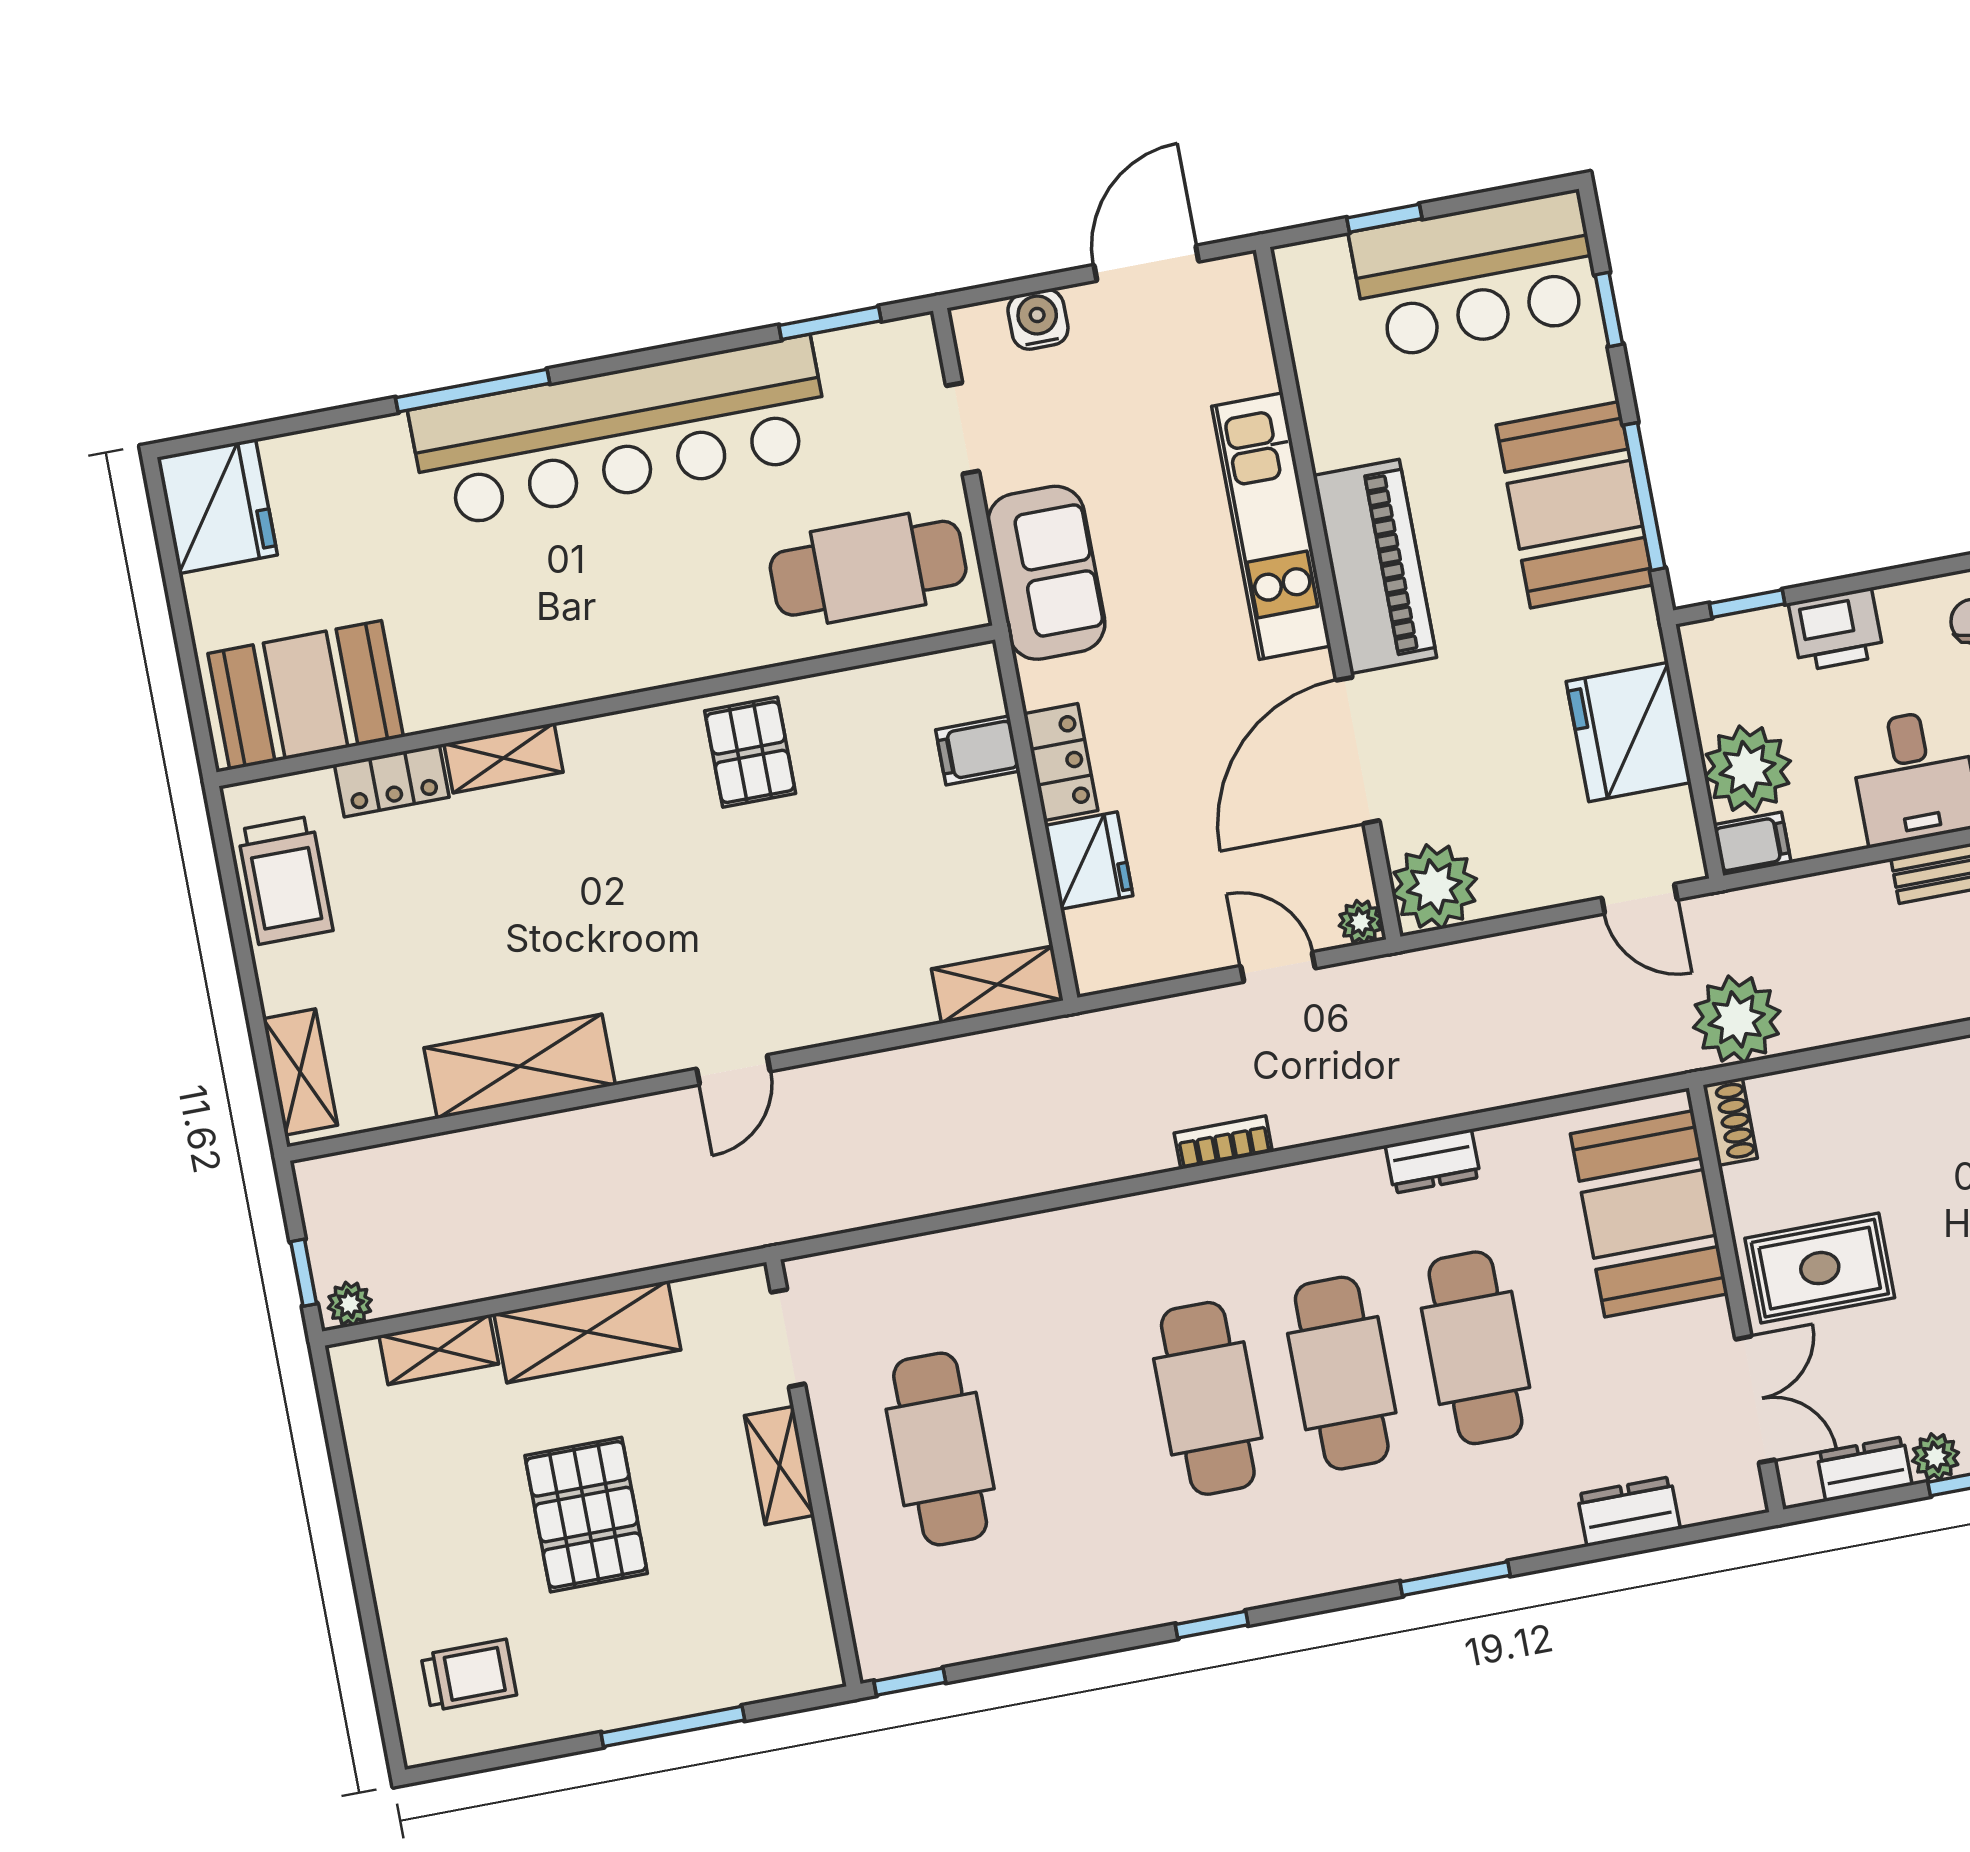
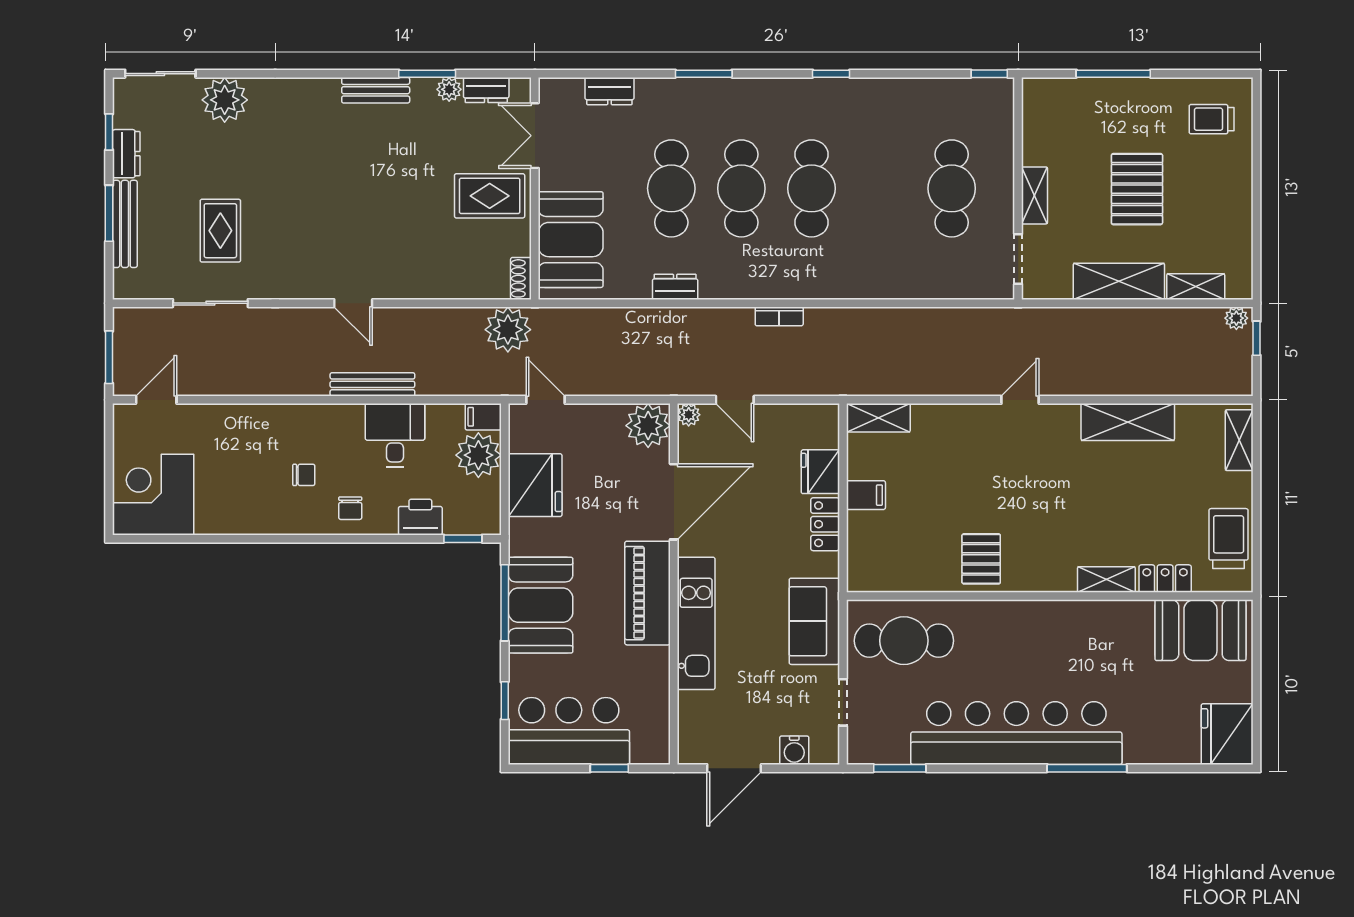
filing cabinet: (978, 750) -> (866, 495), moved

